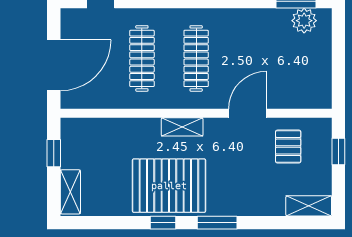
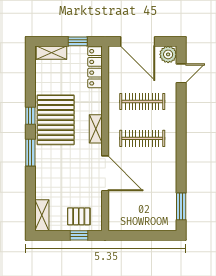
plant: (304, 21) -> (168, 54), moved
door: (248, 113) -> (105, 173), width x1.36
locker: (92, 128) -> (95, 67), added
pallet: (288, 147) -> (79, 216), moved

